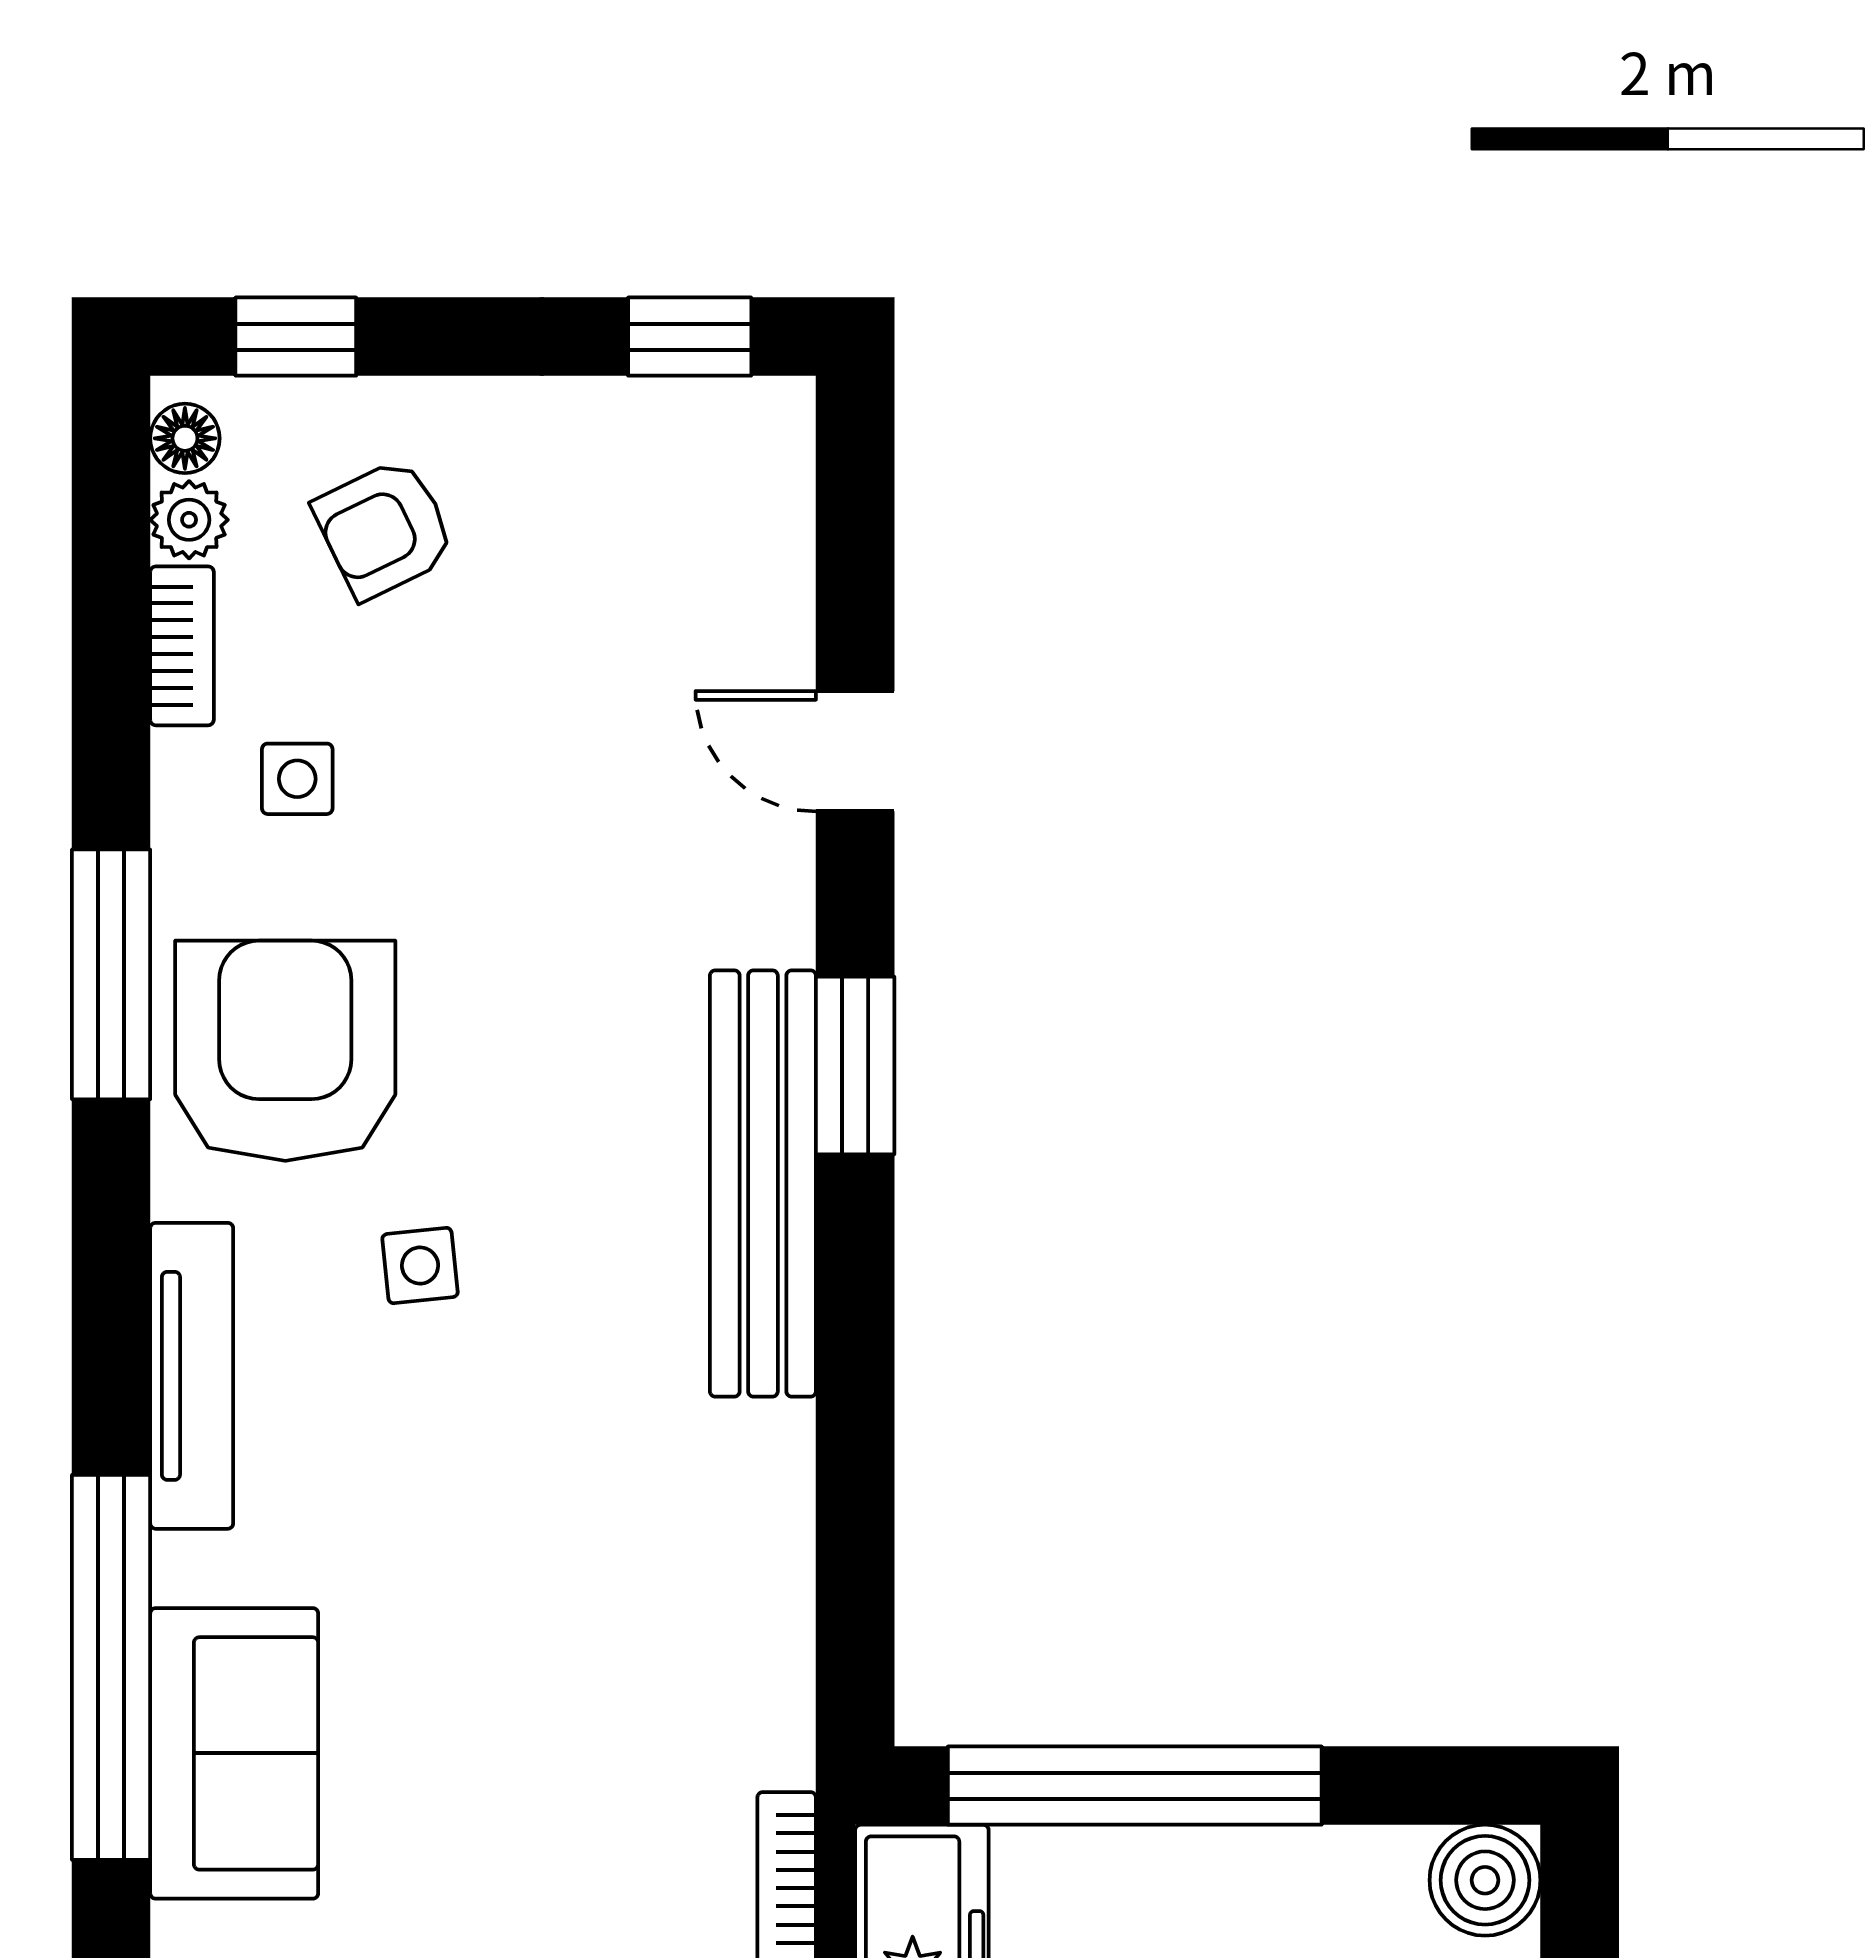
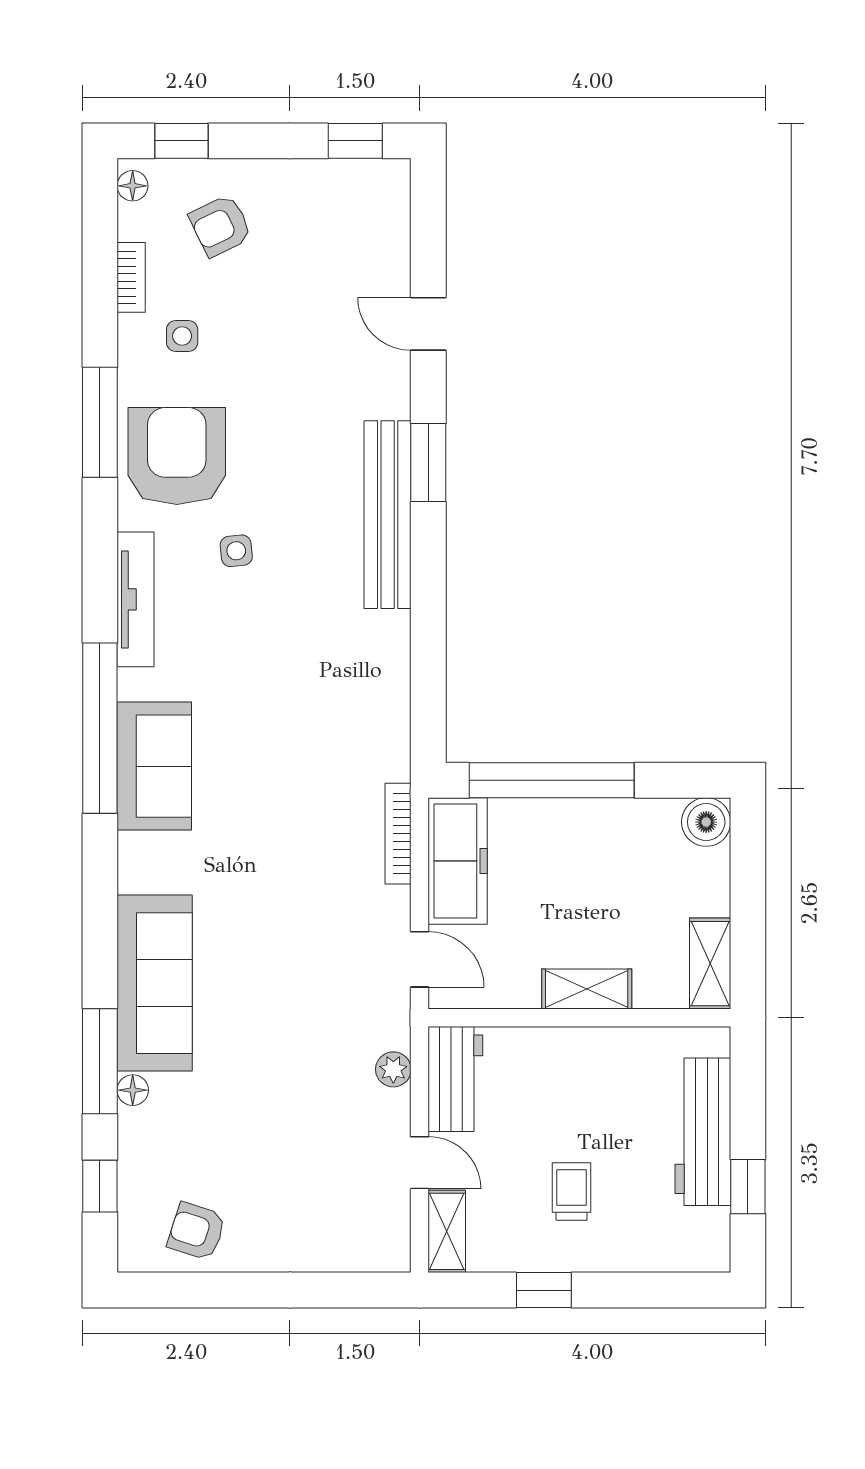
plant: (189, 520) -> (134, 222), removed

